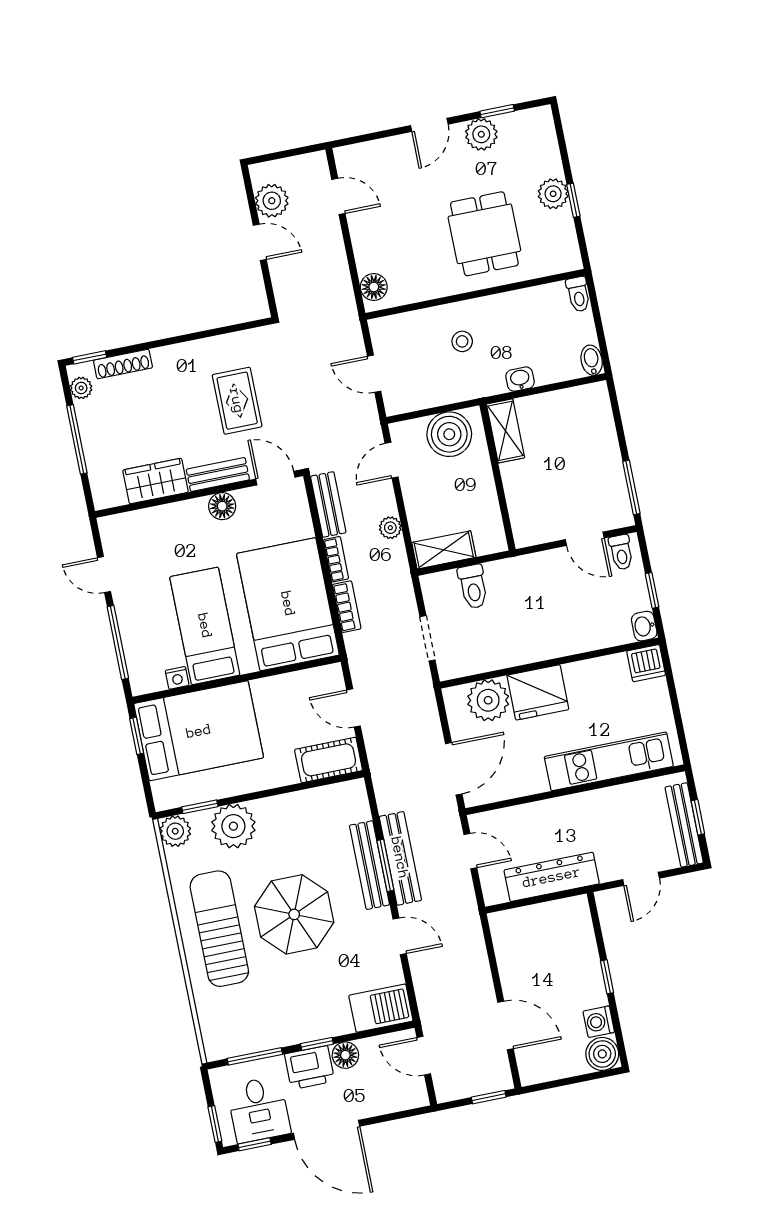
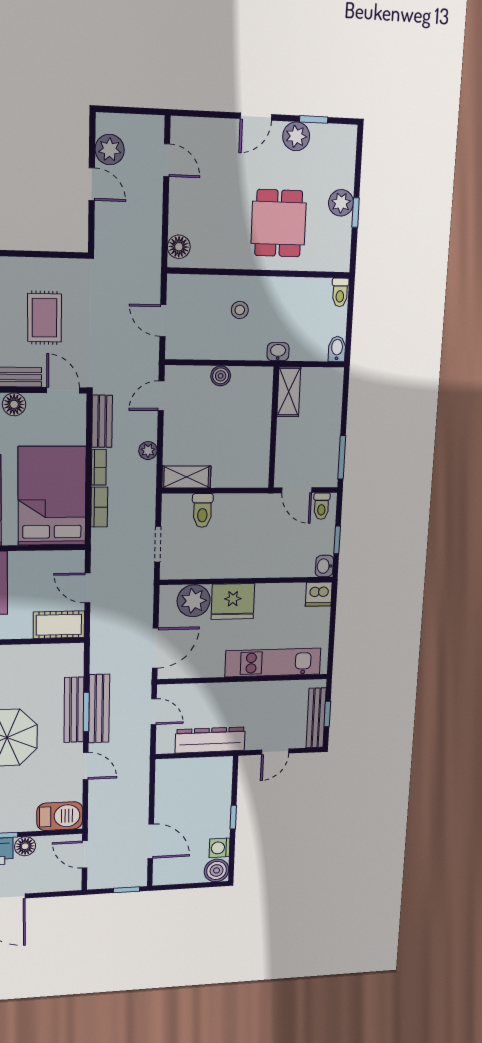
shelving: (505, 431) -> (289, 392), moved
boiler: (449, 434) -> (221, 376), width x0.54, depth x0.54
wall: (497, 477) -> (274, 428), moved

